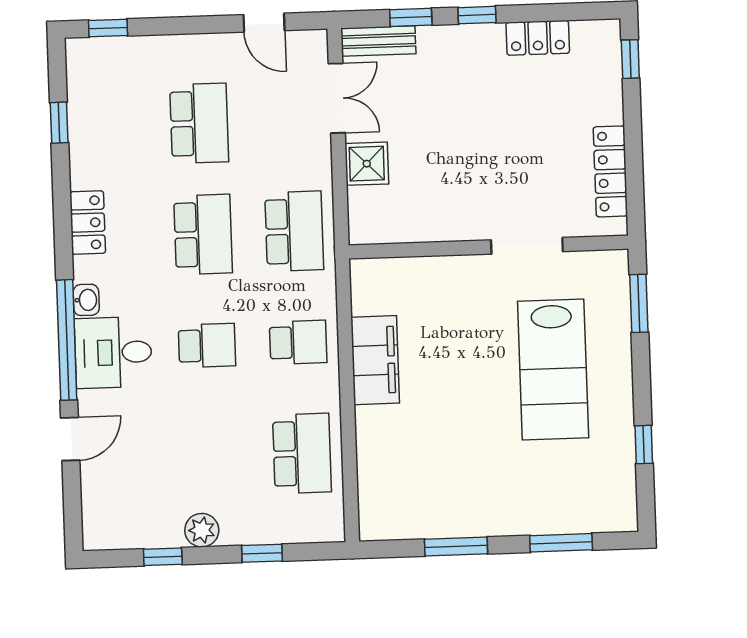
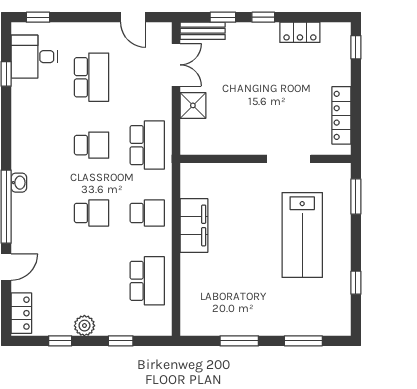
locker: (88, 223) -> (21, 313), moved
school desk: (203, 234) -> (92, 145), width x0.54
desk: (113, 352) -> (34, 57), moved

